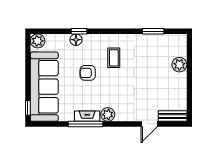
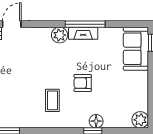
armchair: (88, 73) -> (83, 83), turned 180
sofa: (44, 87) -> (136, 49), width x0.54, depth x0.79

